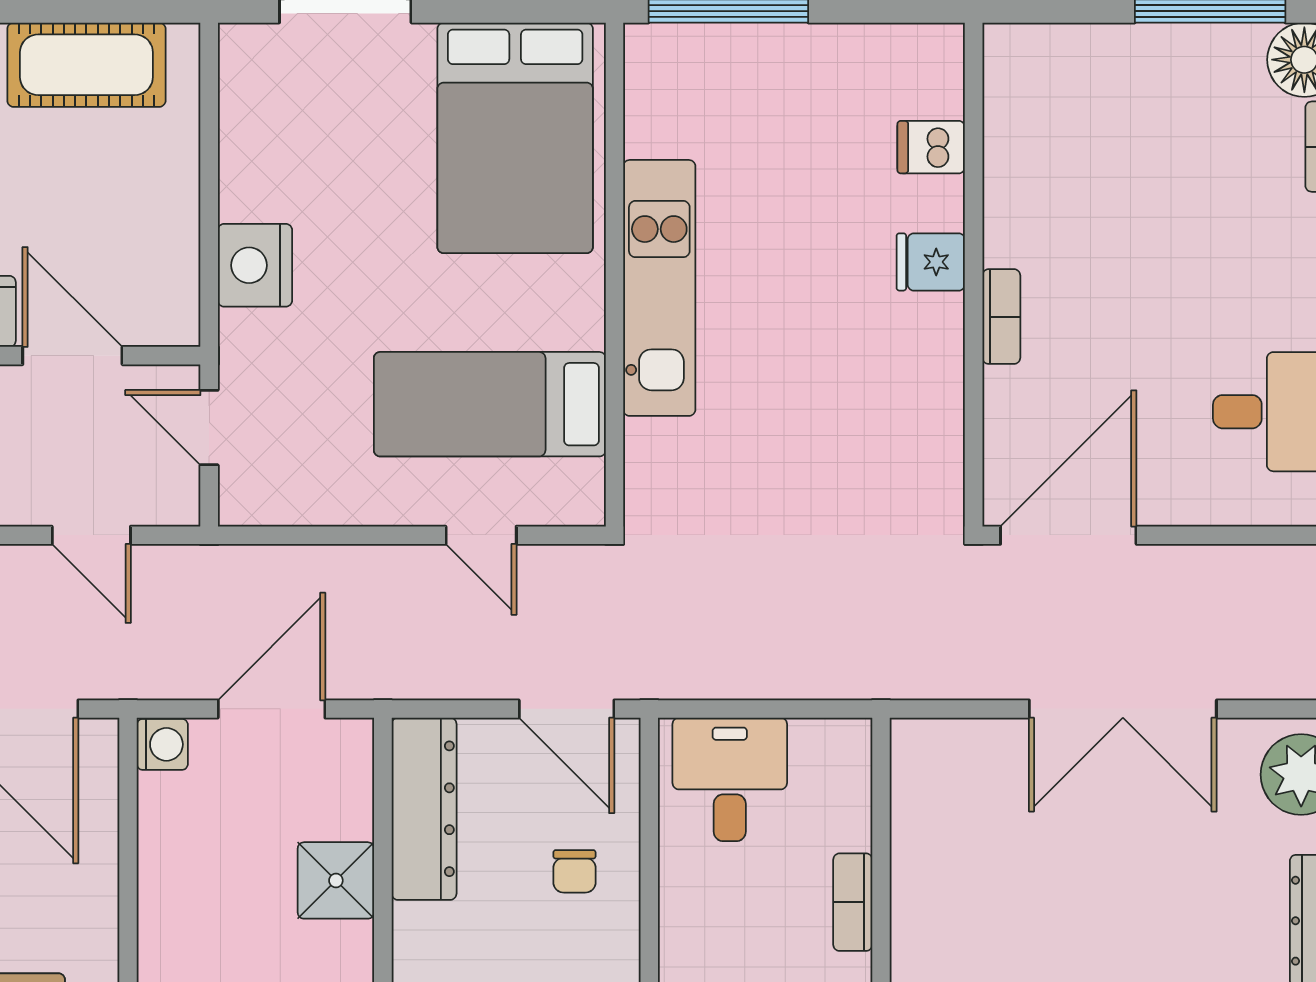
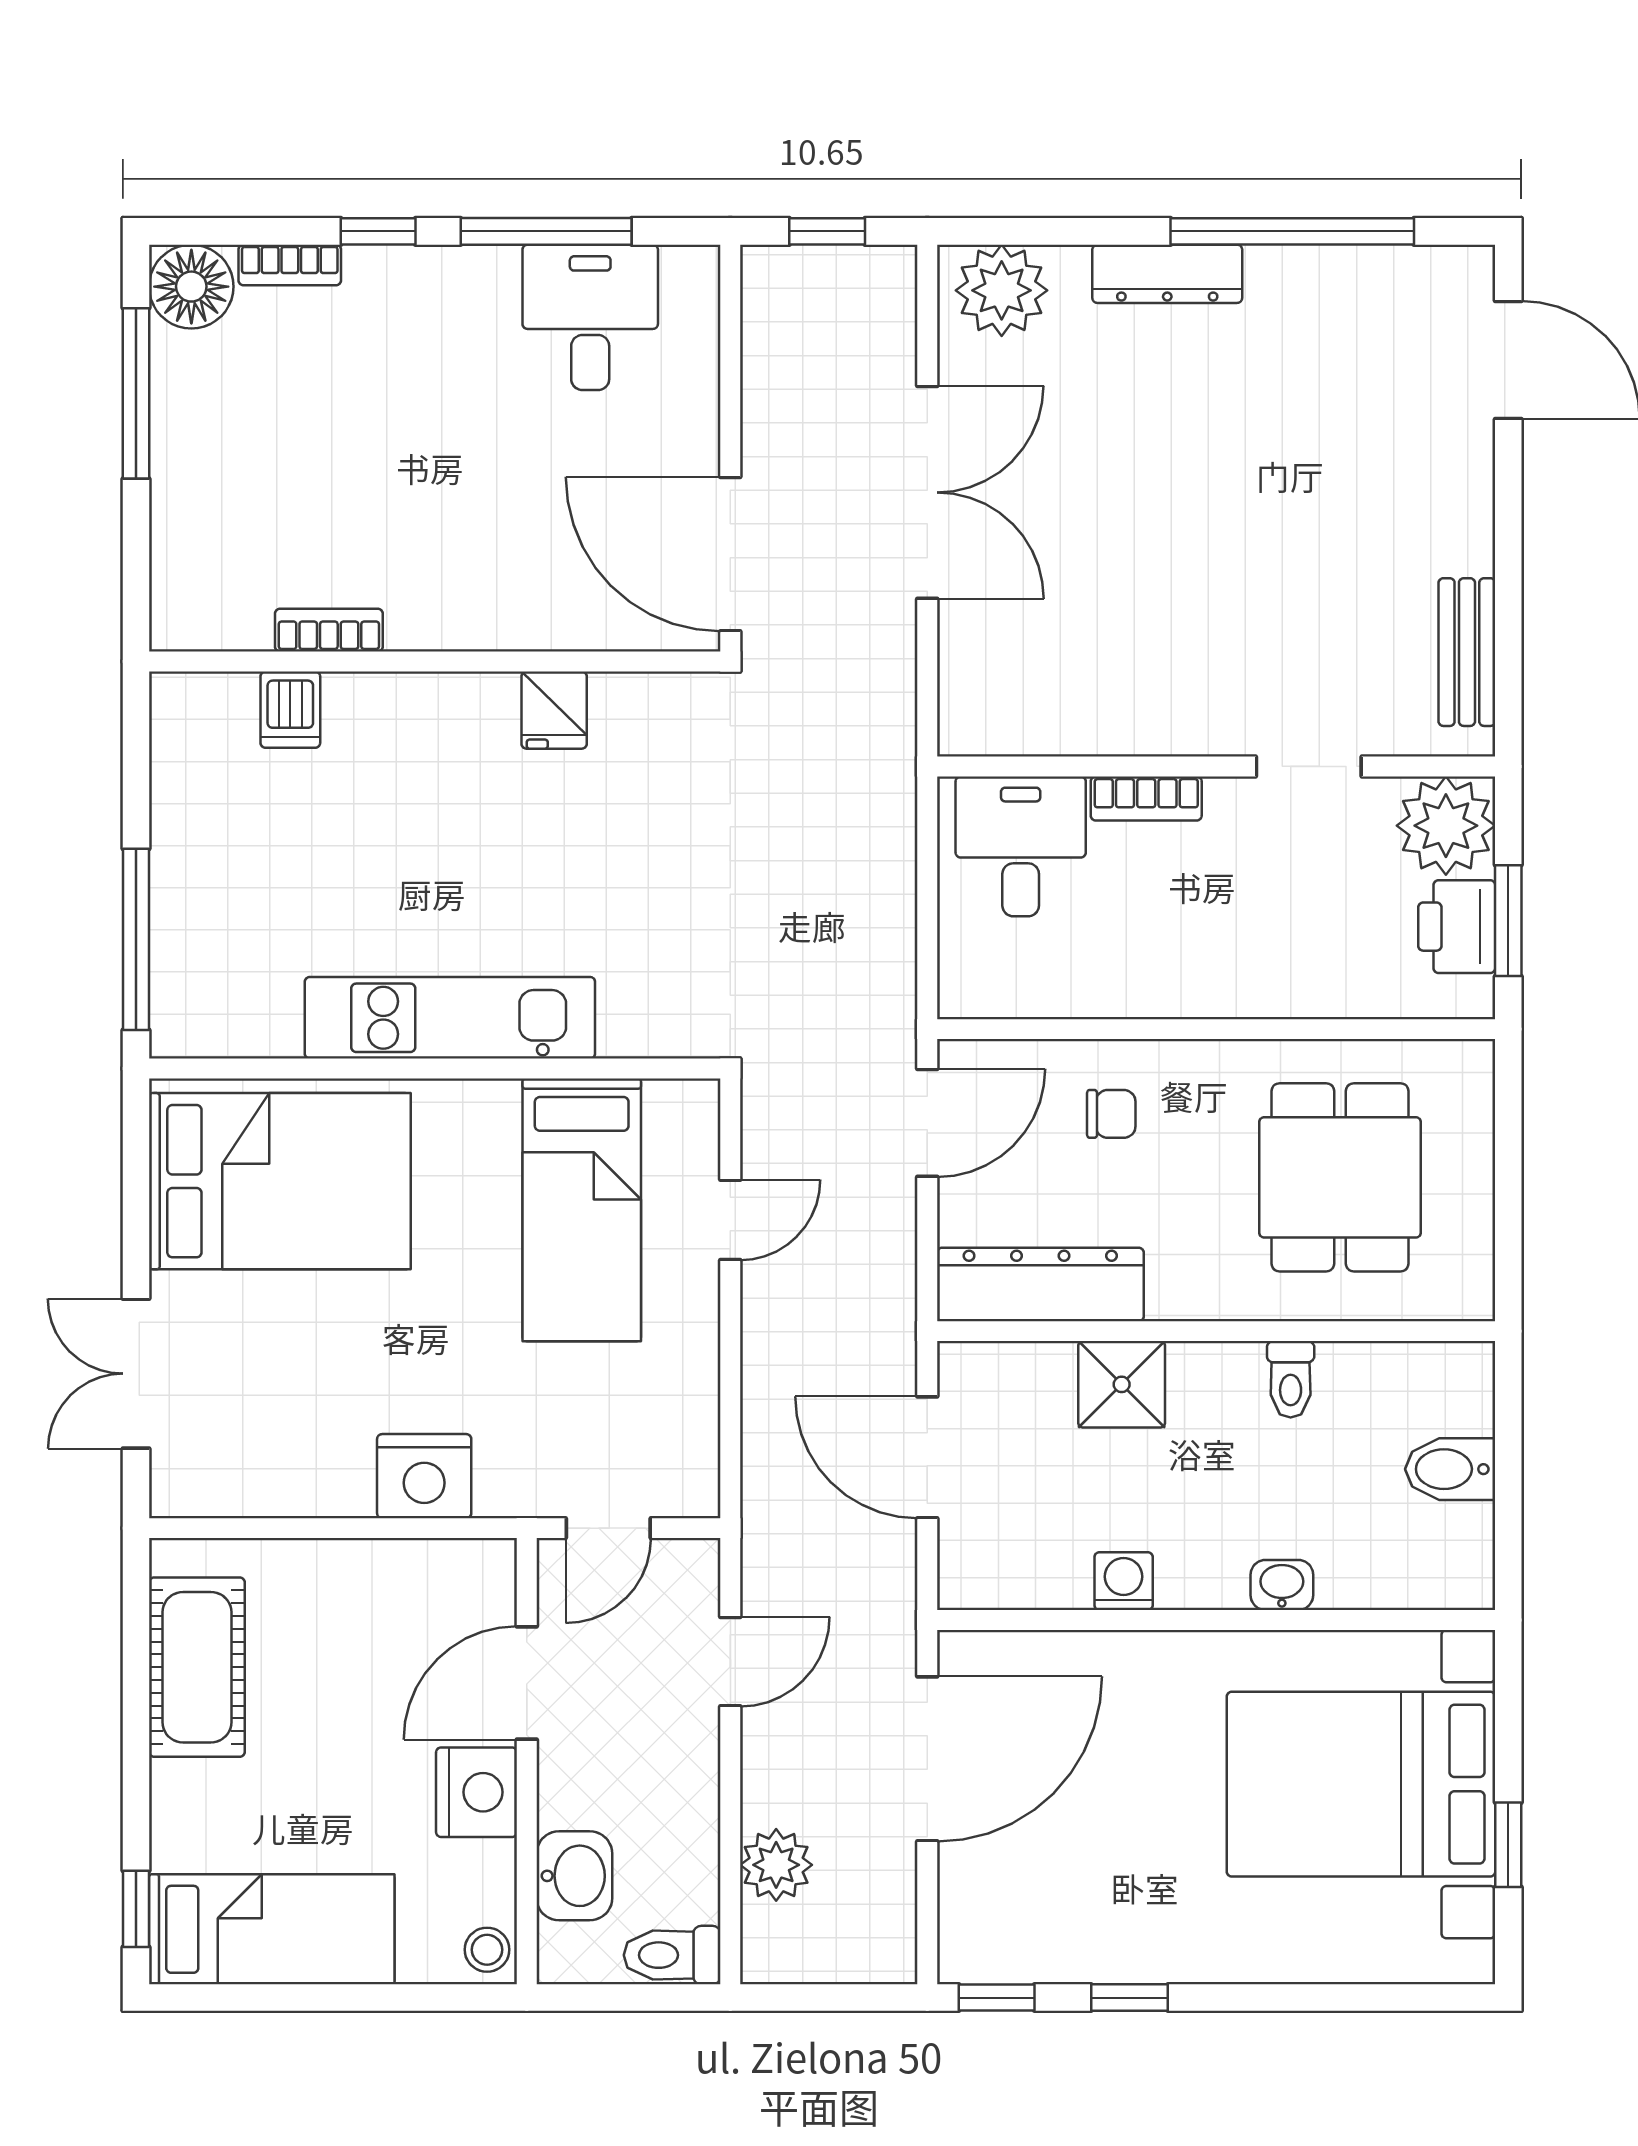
fridge: (931, 262) -> (554, 710), moved
bookcase: (1001, 317) -> (329, 630), moved
washing machine: (162, 744) -> (1124, 1581), moved
desk: (730, 779) -> (1021, 846), moved, turned 90

